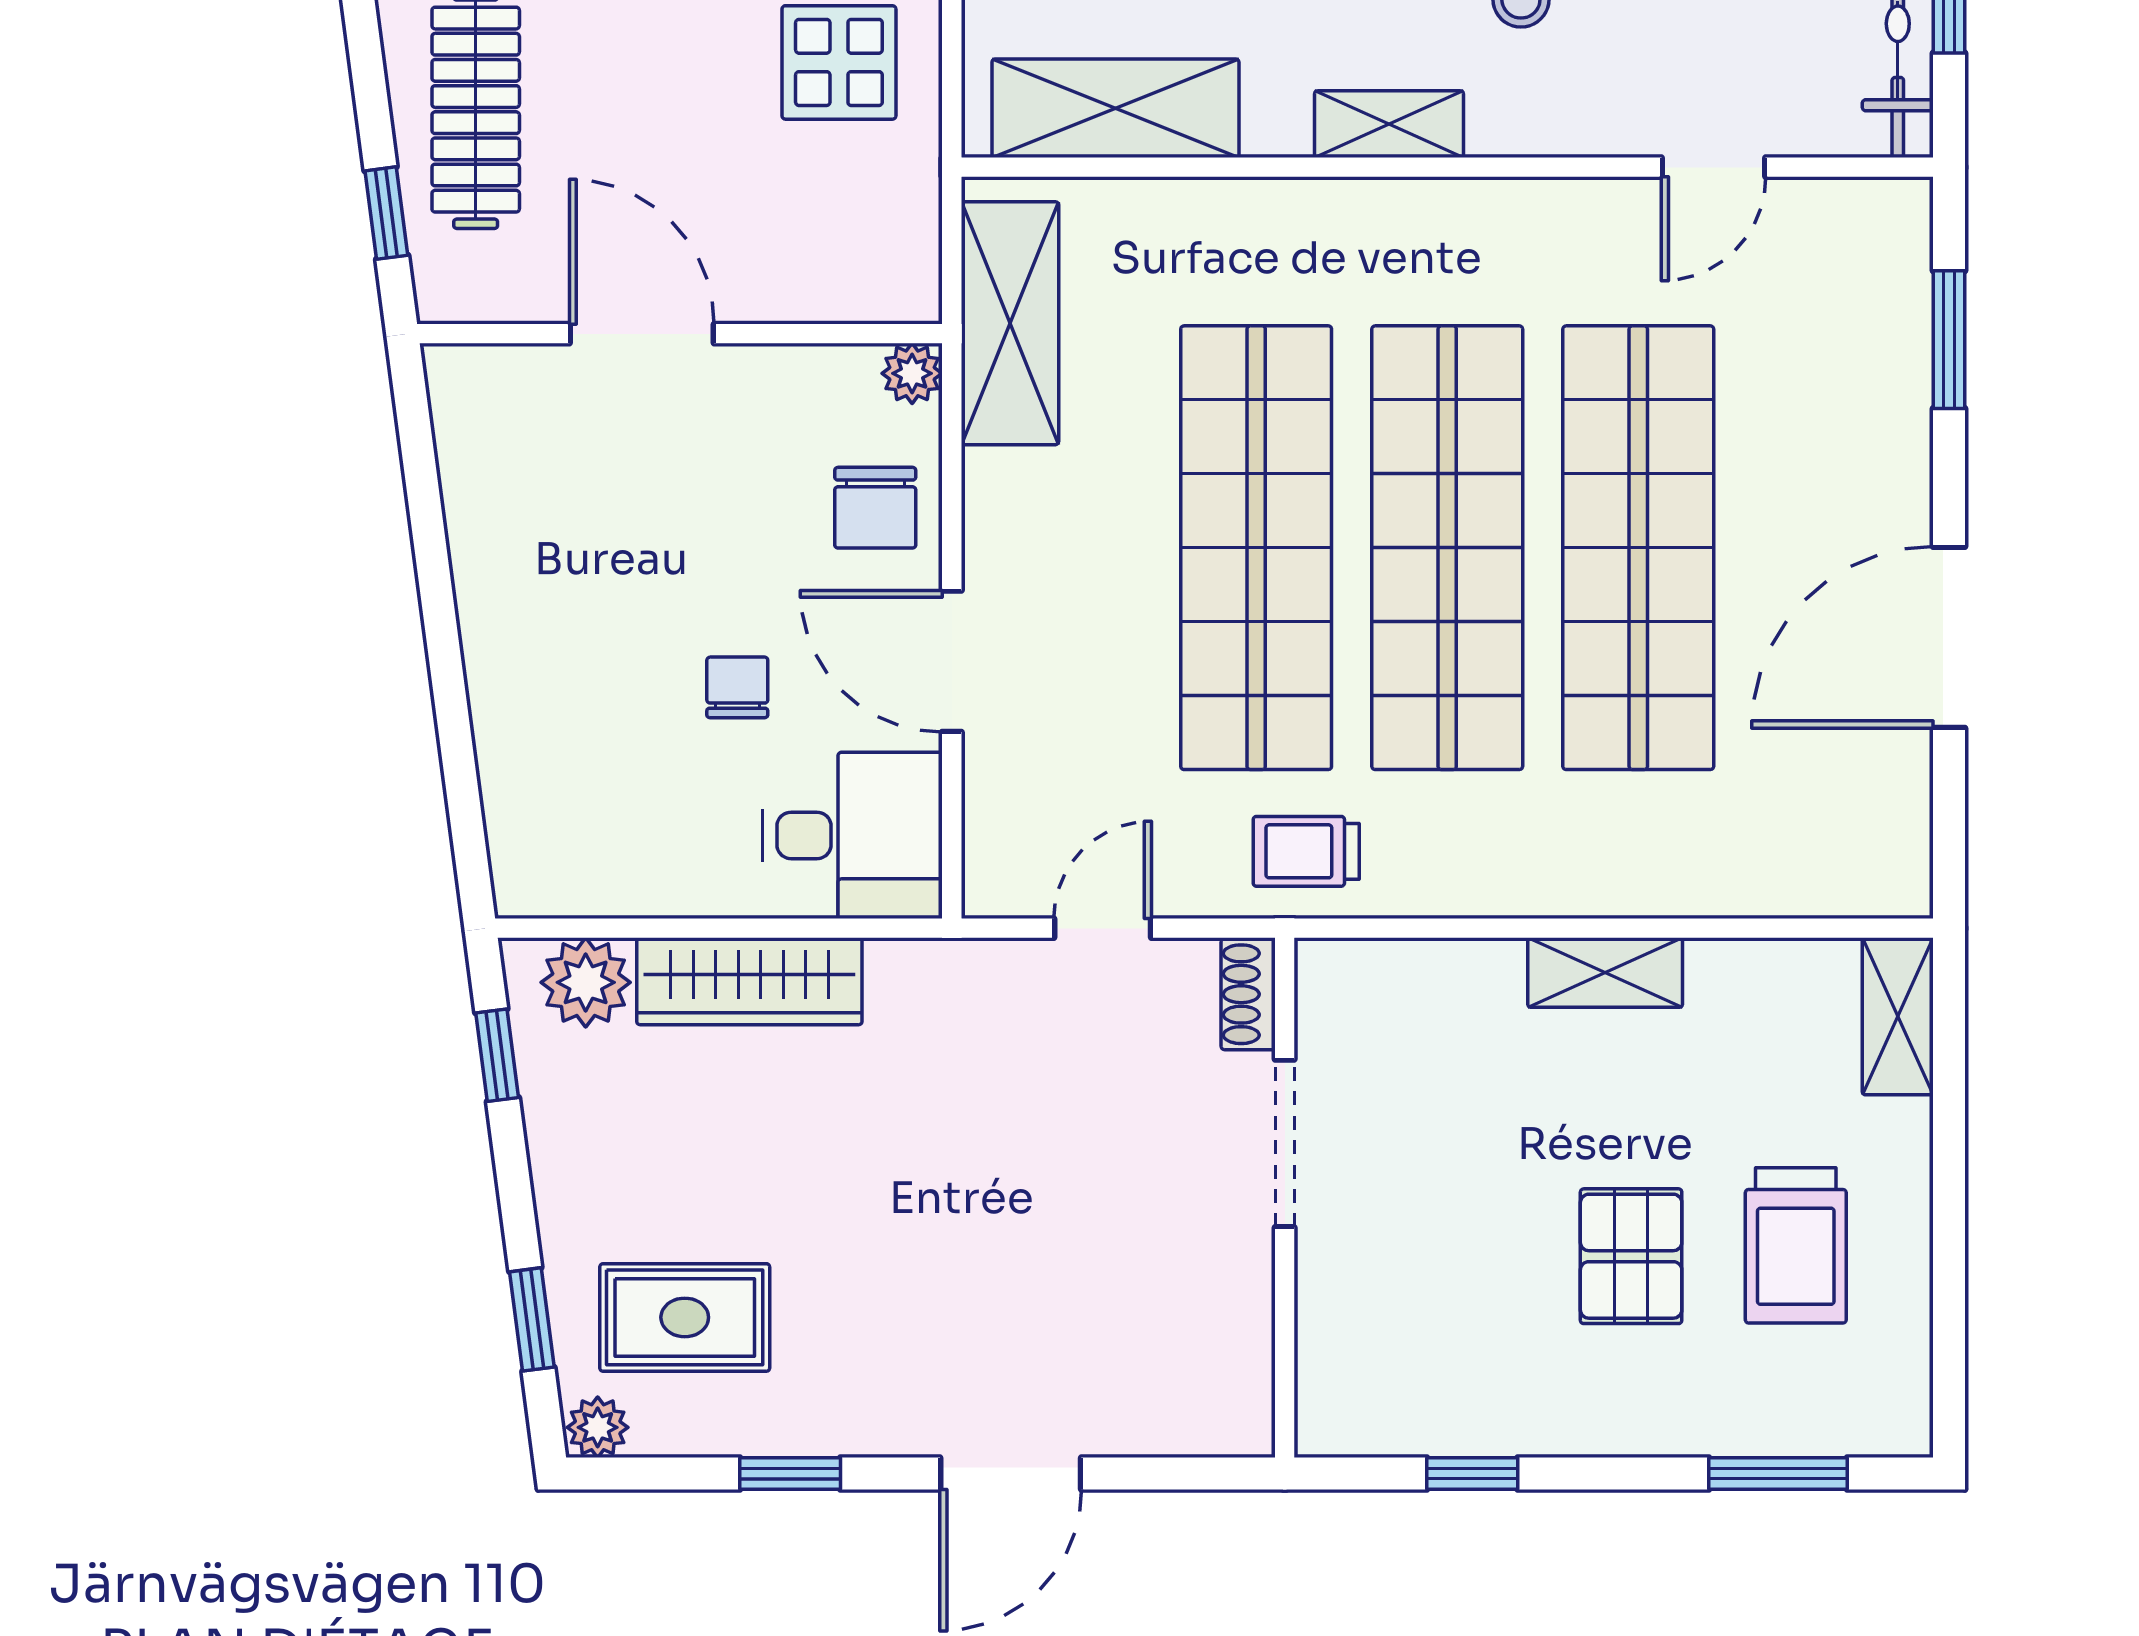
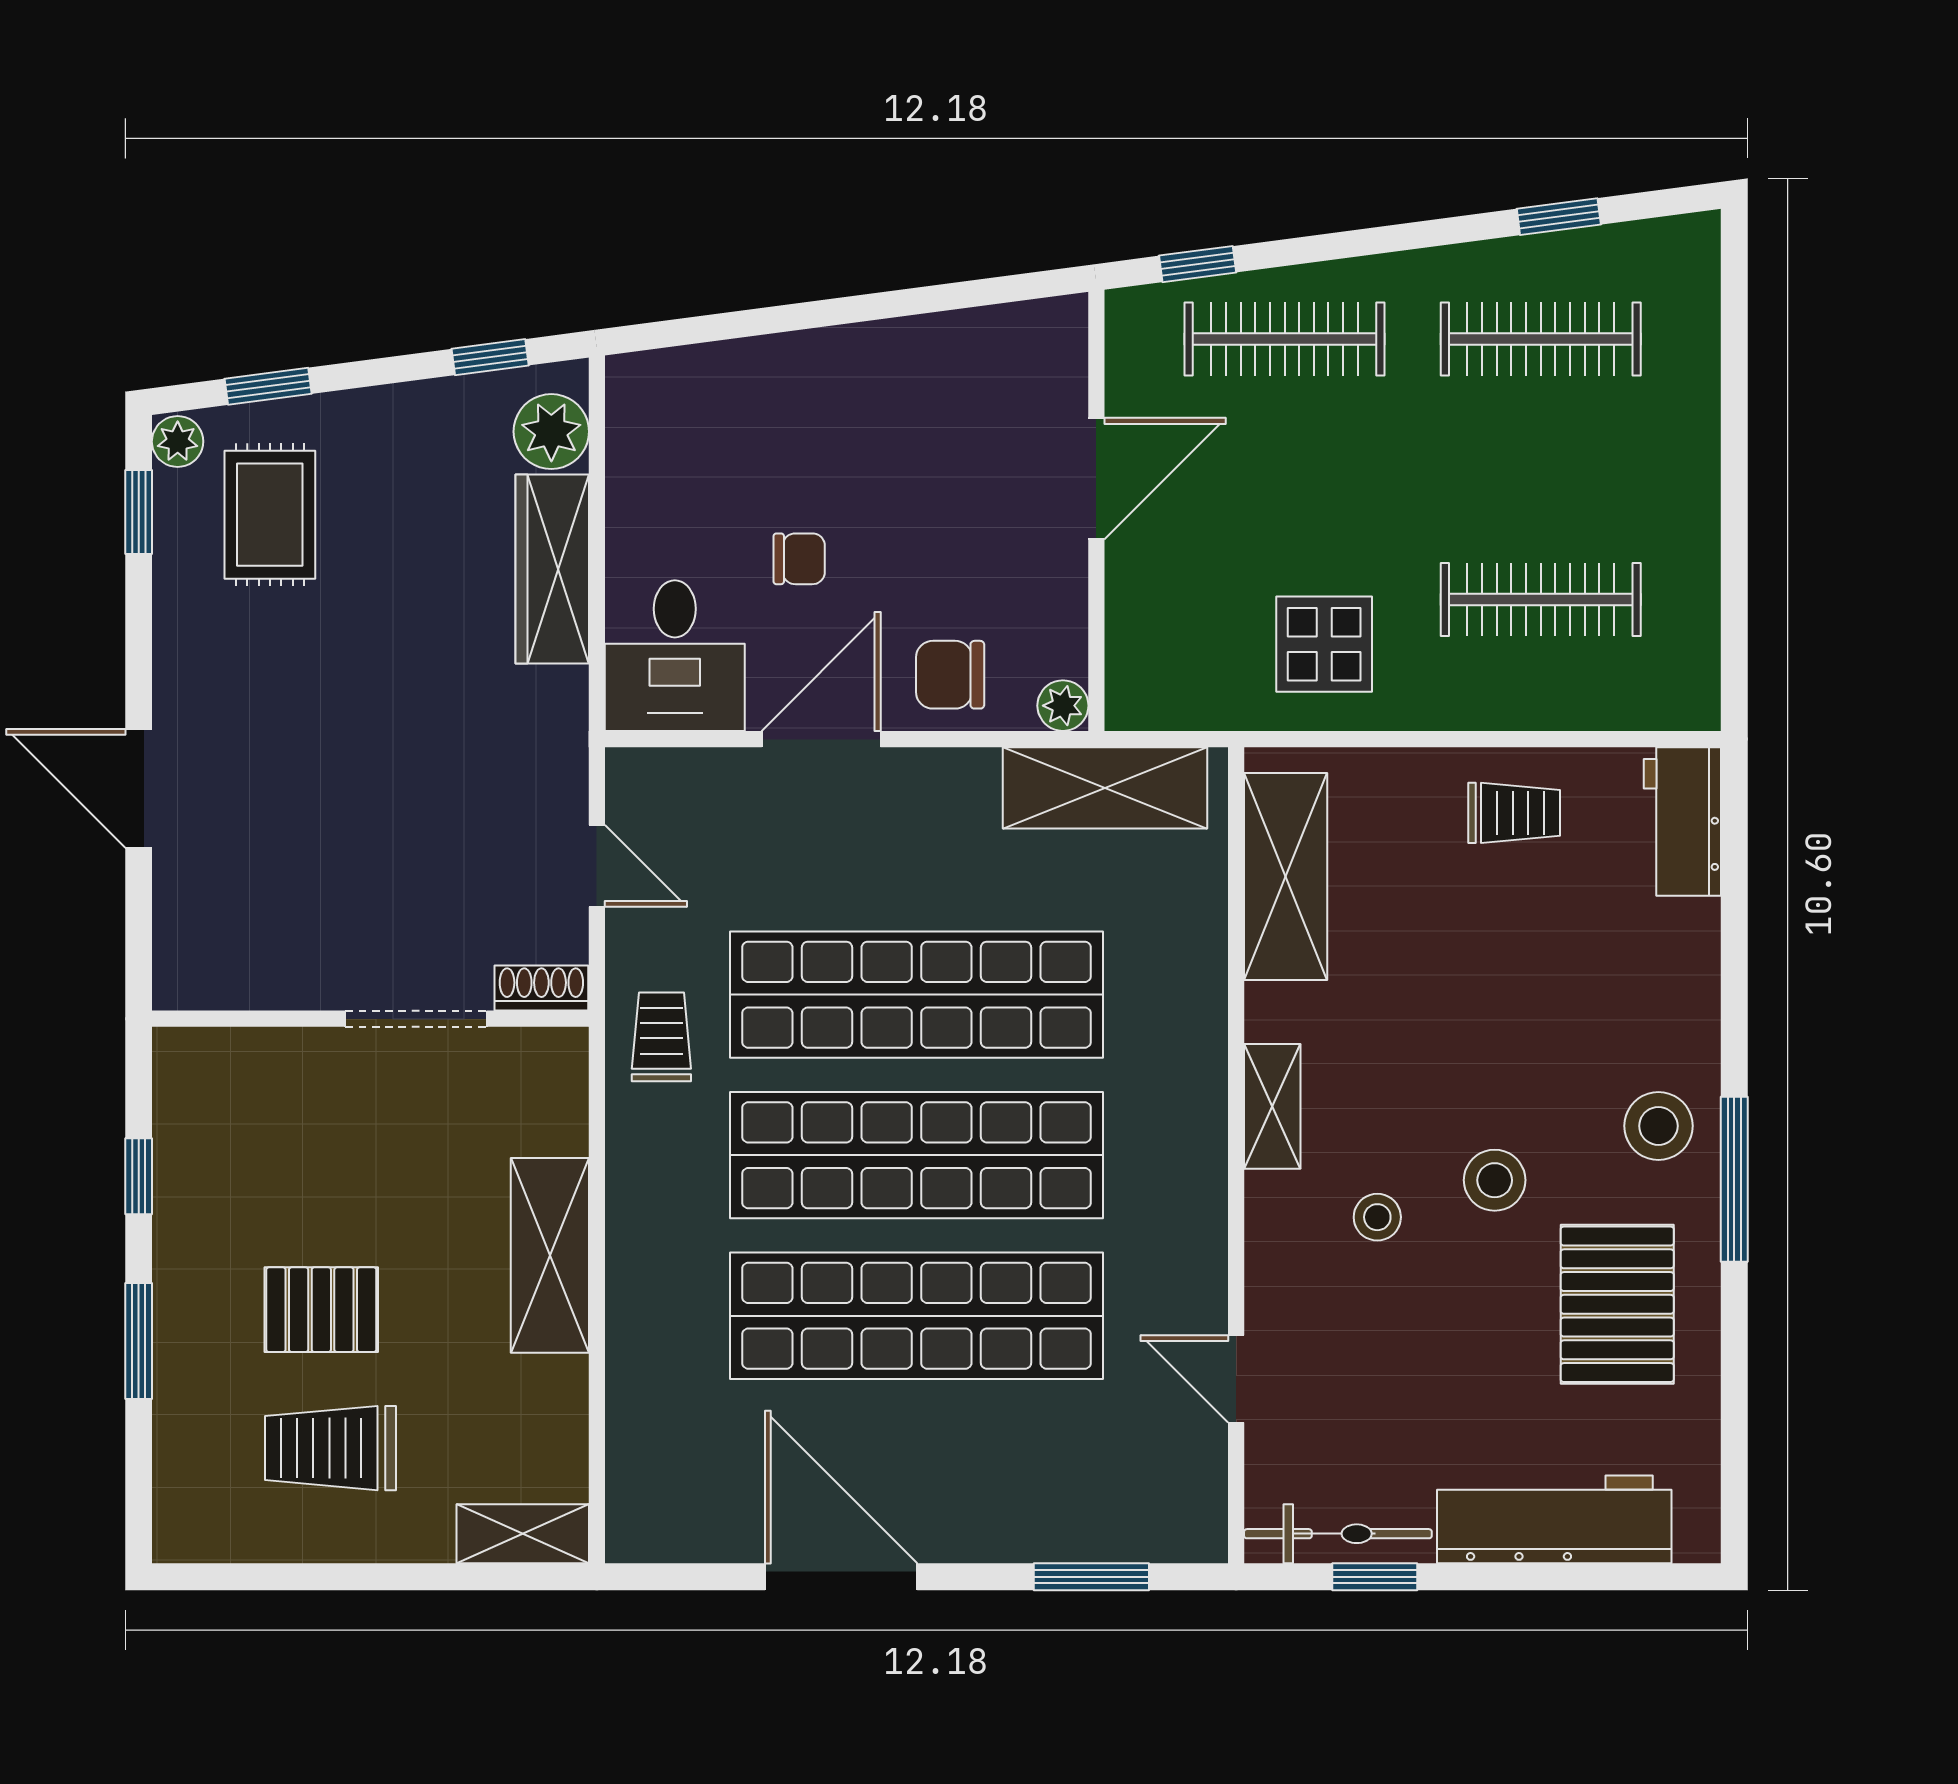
shelving: (1605, 973) -> (550, 1255), width x1.50, depth x1.33
window: (790, 1474) -> (139, 512), moved
window: (1778, 1474) -> (139, 1341), moved

